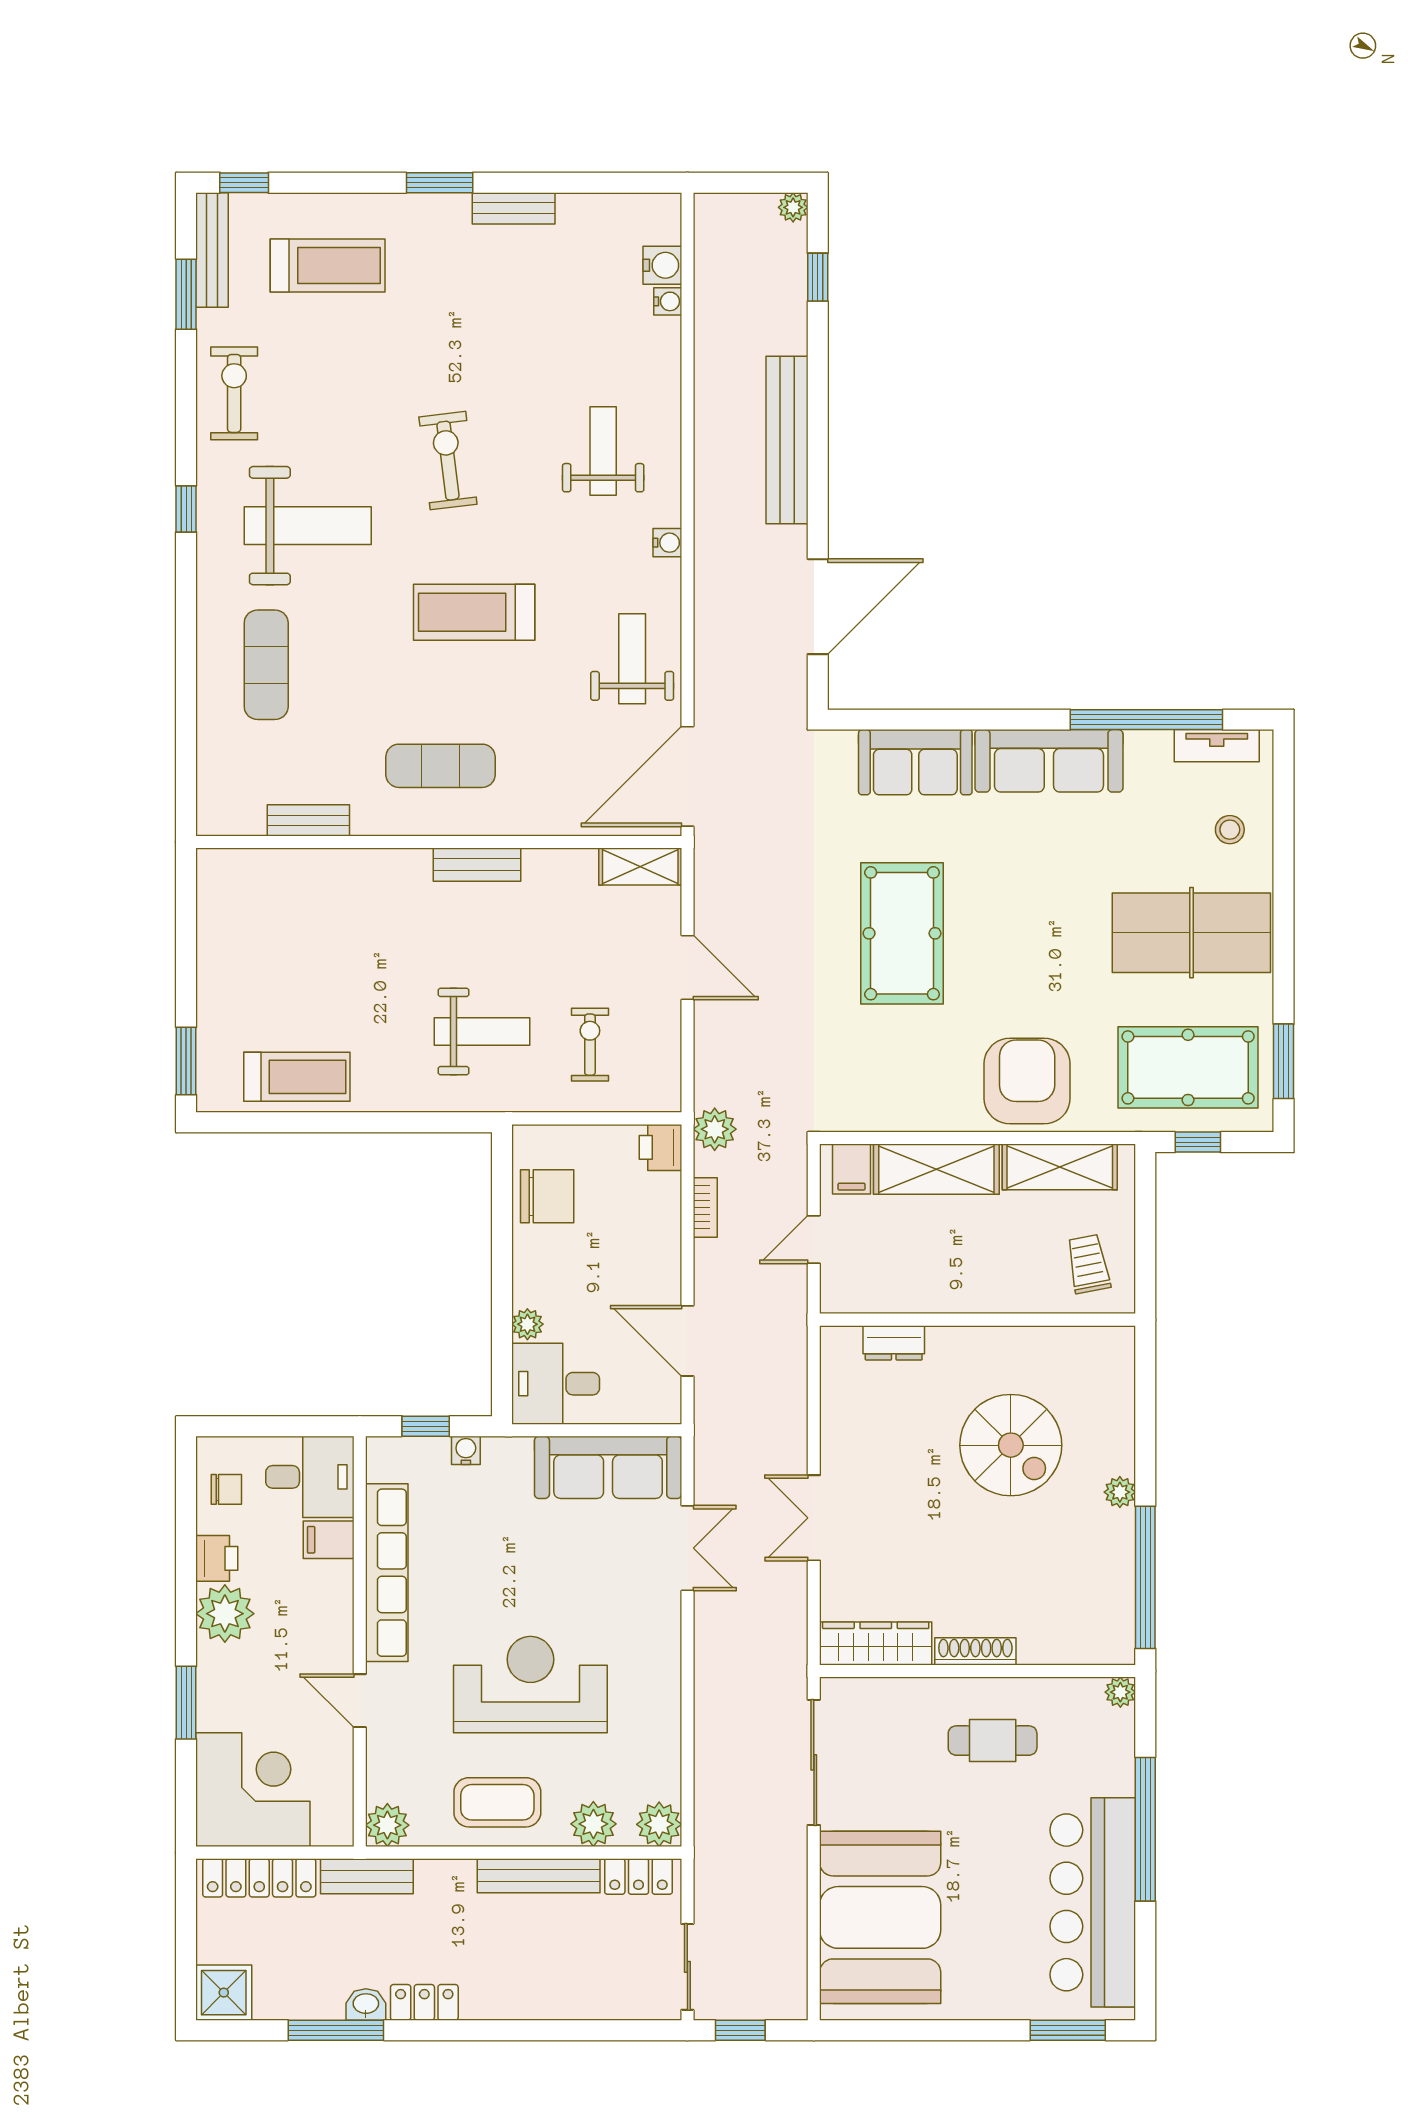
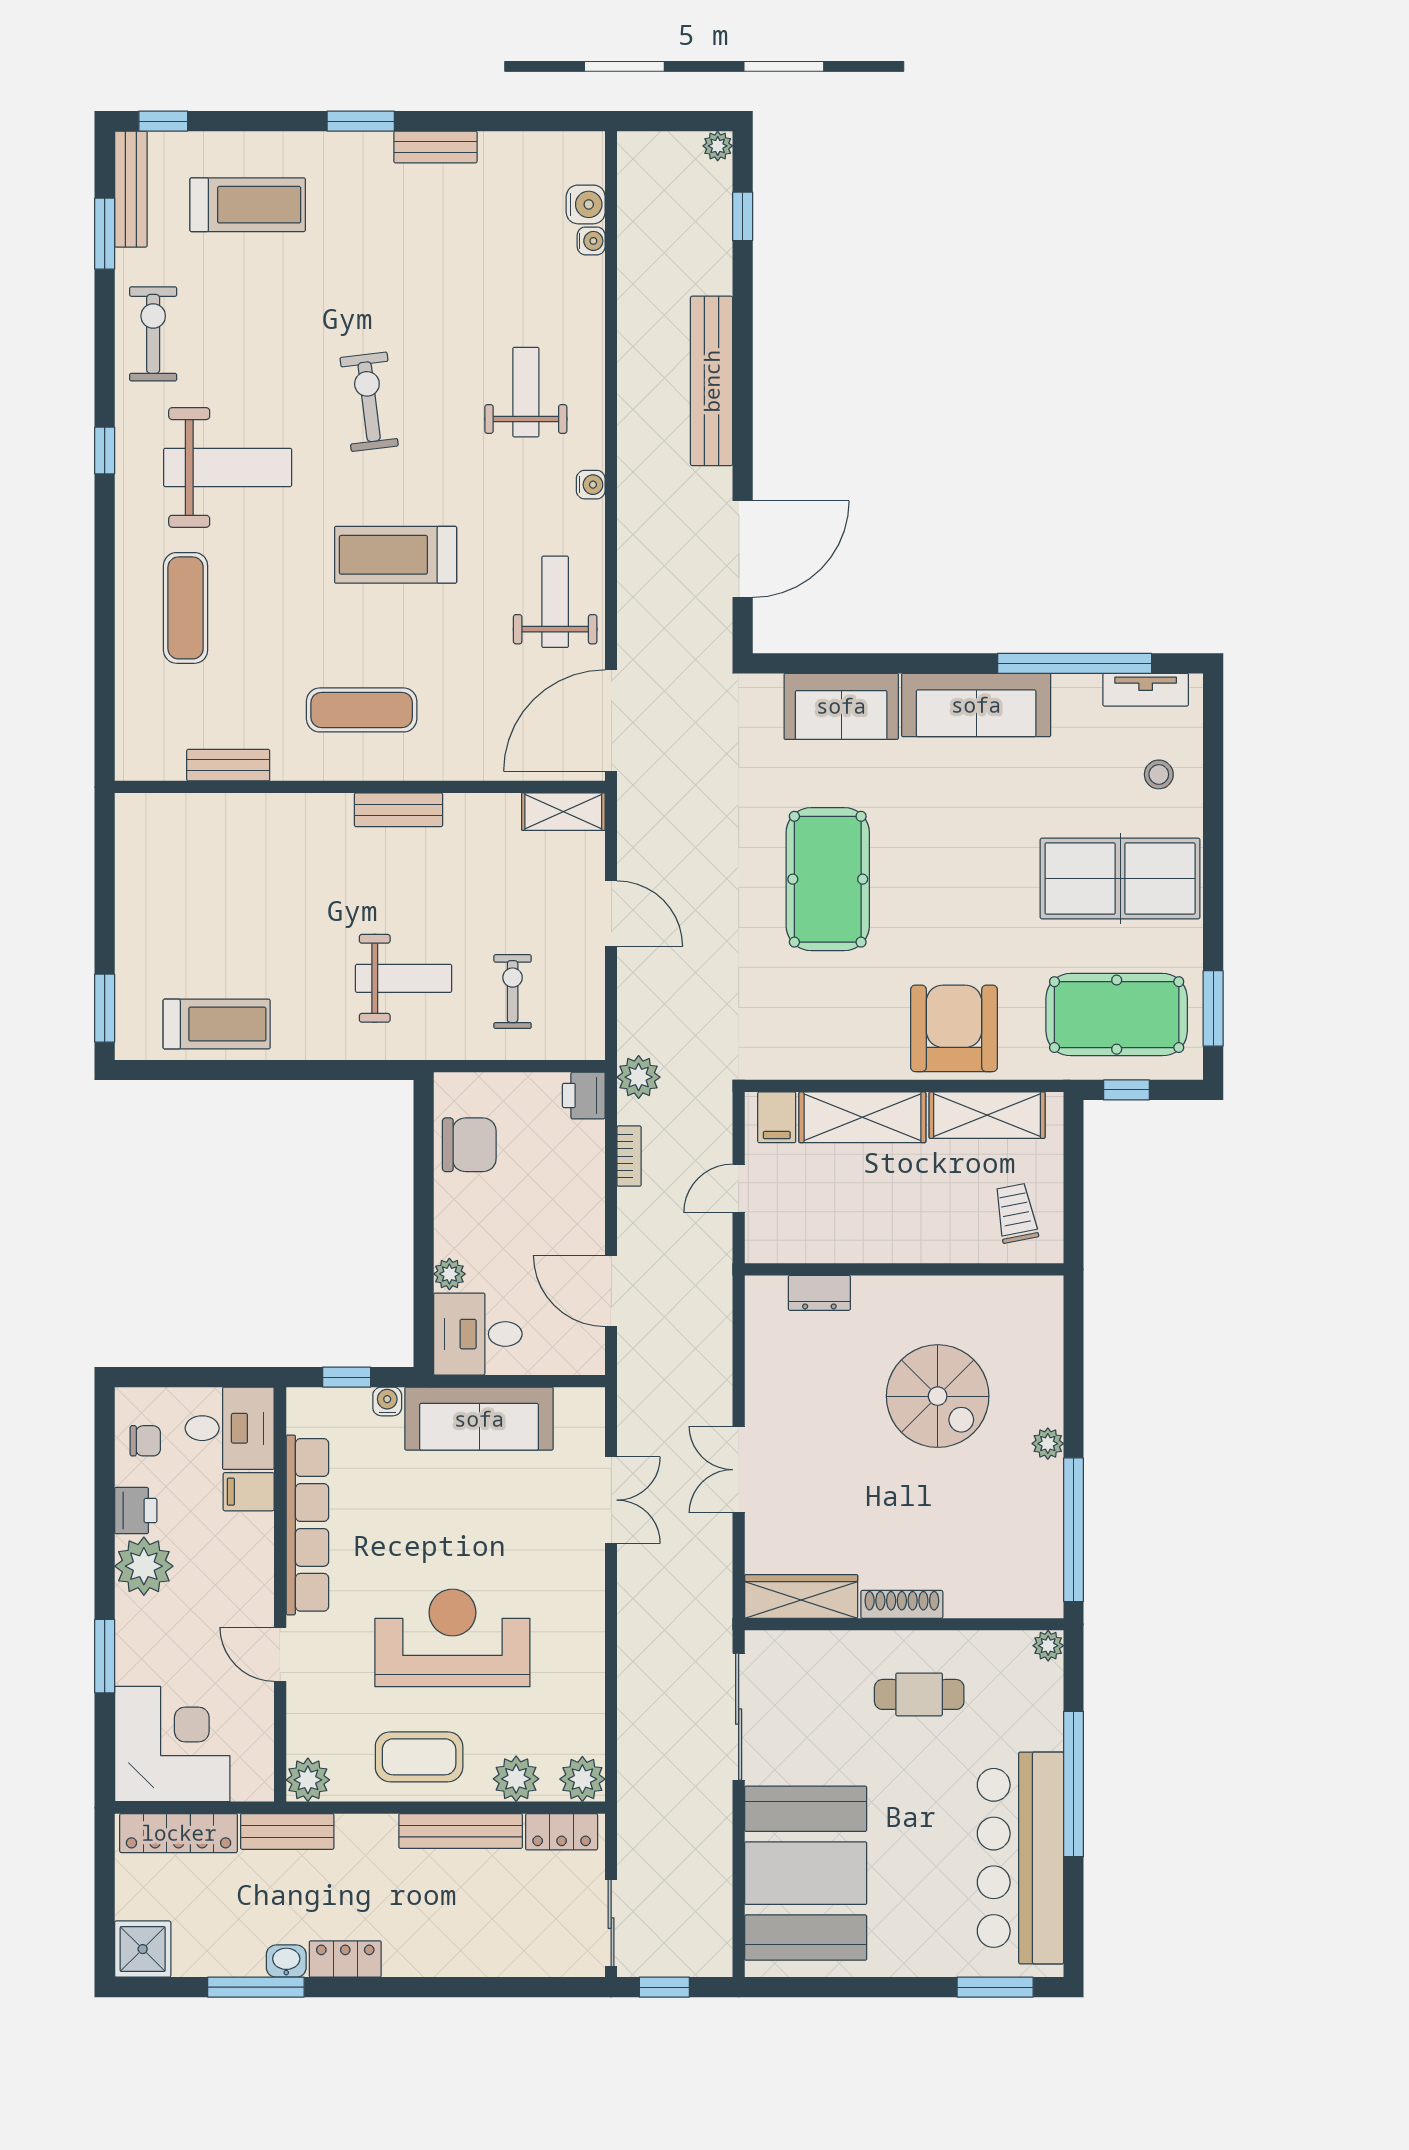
sofa: (608, 1467) -> (479, 1419), moved

